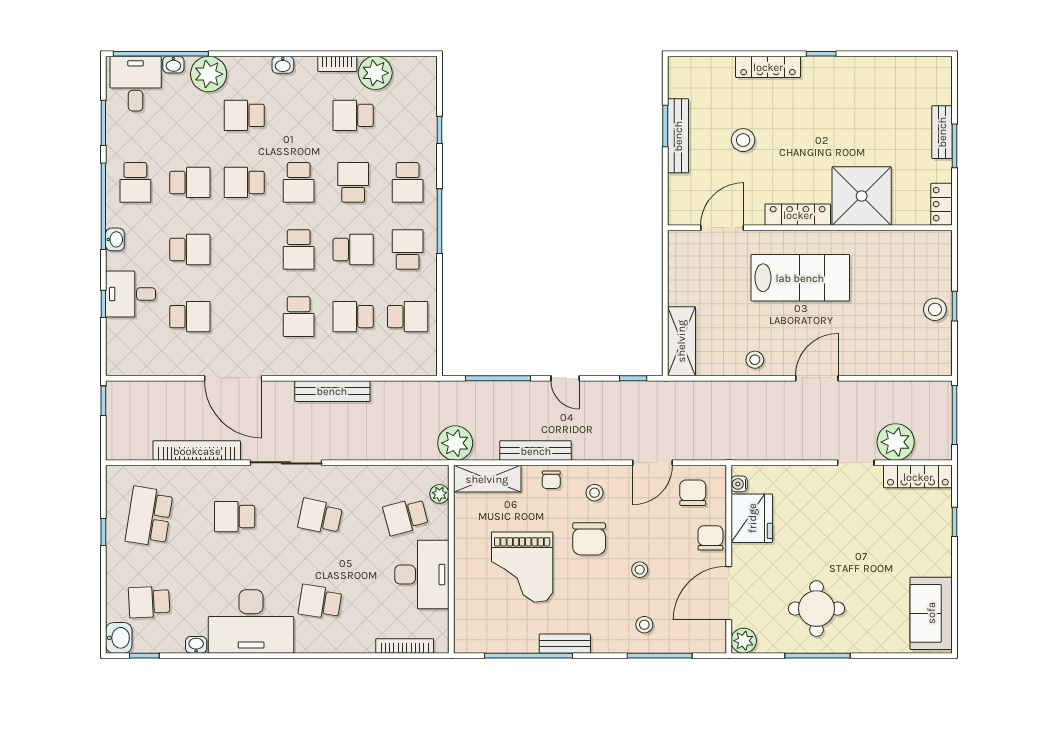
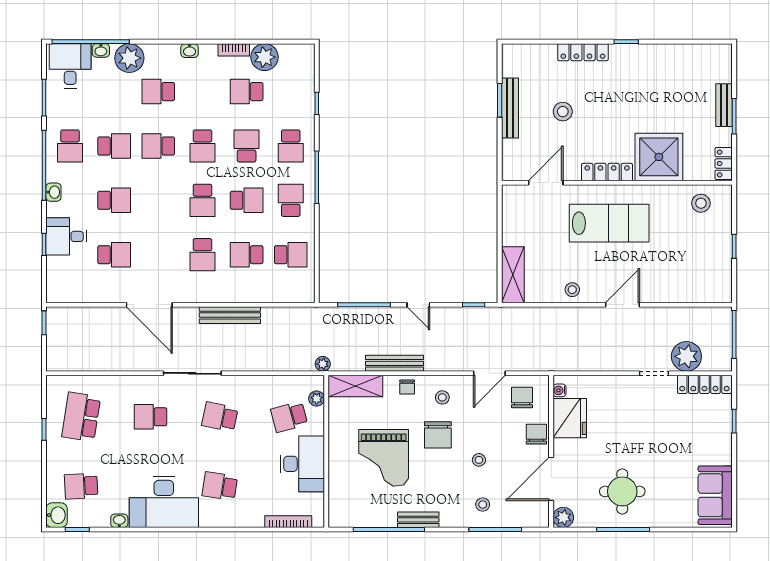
stool: (935, 309) -> (701, 203), moved
plant: (455, 443) -> (323, 364), width x0.53, depth x0.53
bookcase: (197, 451) -> (120, 363), removed

